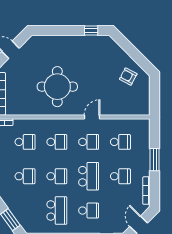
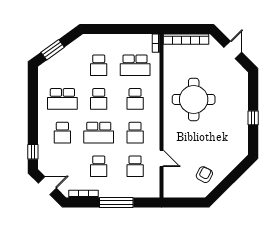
window: (91, 31) -> (253, 118), moved
door: (92, 117) -> (161, 158), moved
school desk: (25, 142) -> (135, 65), width x1.85
window: (155, 160) -> (116, 203), width x1.44

